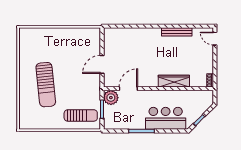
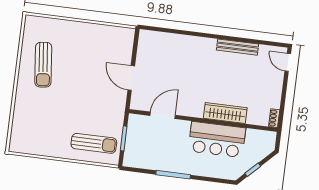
door: (102, 64) -> (131, 78), hinge flipped
sun lounger: (46, 85) -> (43, 65), moved, width x0.73, depth x0.75
plant: (111, 98) -> (138, 124), removed
bar counter: (166, 118) -> (217, 140), moved, turned 180

